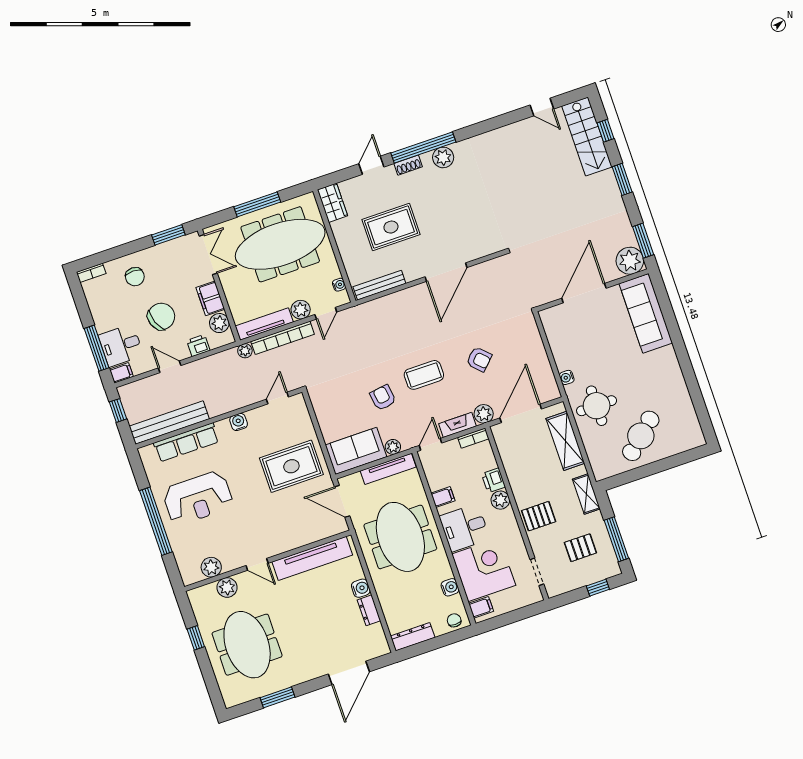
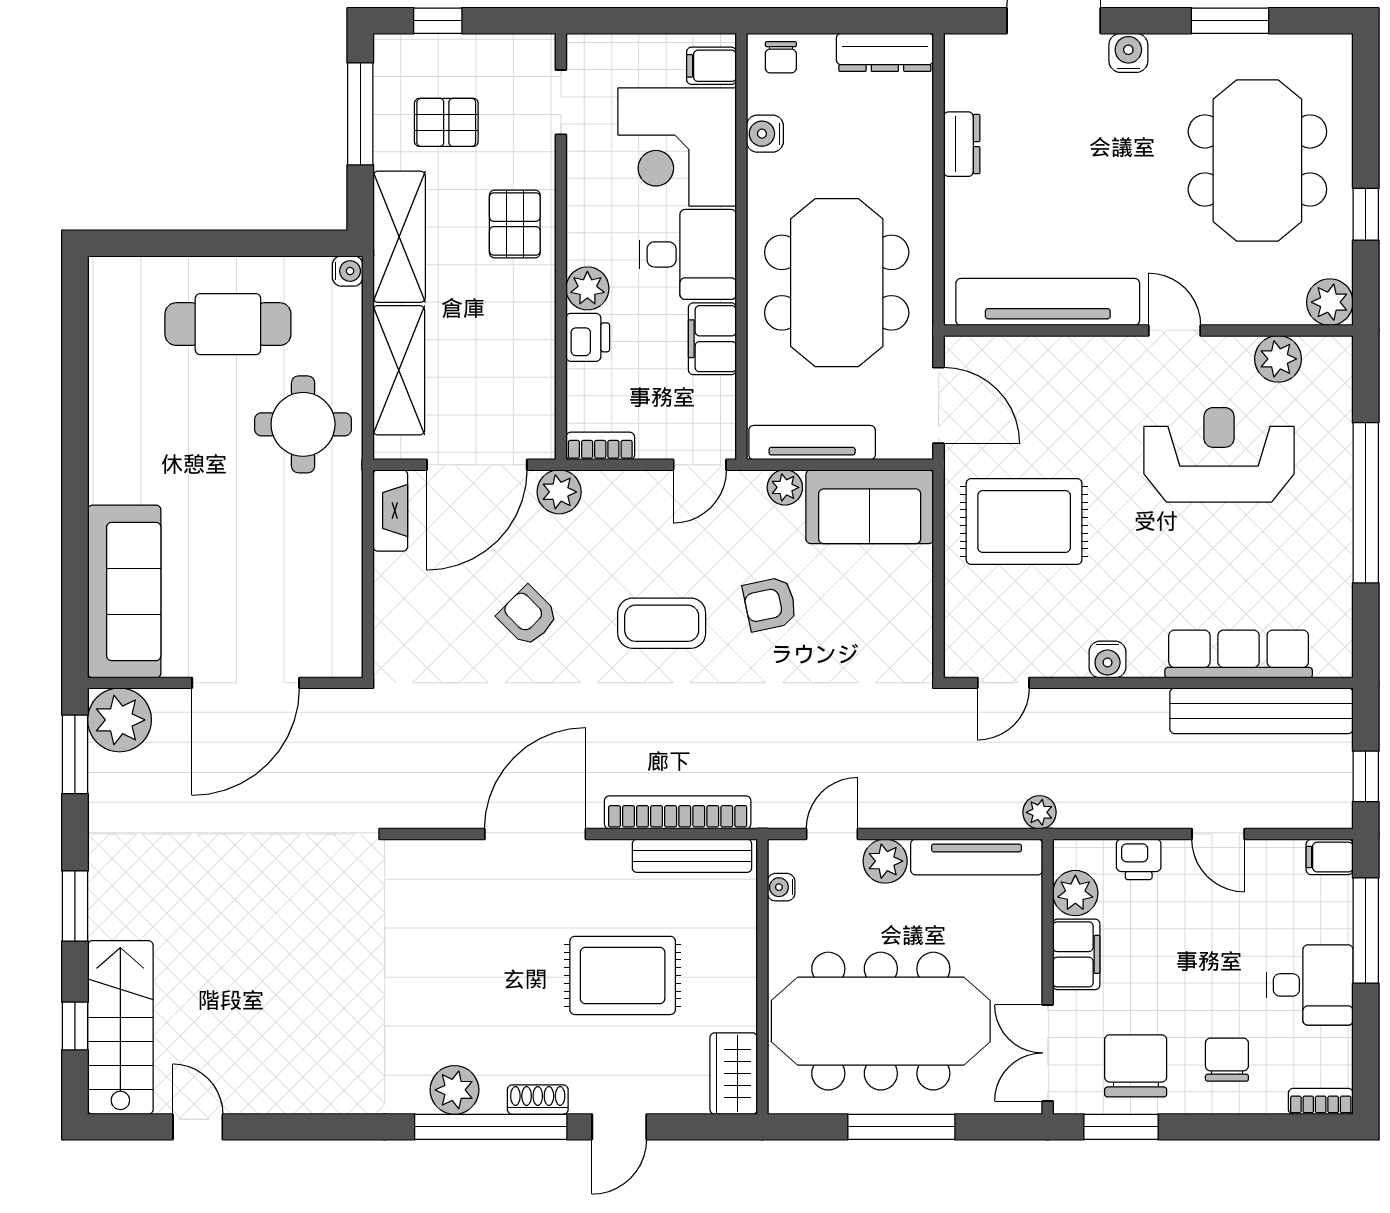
chair: (161, 316) -> (1136, 1066), moved, turned 111
bookcase: (283, 338) -> (678, 812), moved
desk: (121, 345) -> (1310, 985), moved
water cooler: (567, 377) -> (348, 271), moved
armchair: (383, 398) -> (770, 604), turned 86
fireplace: (458, 425) -> (390, 511), moved, turned -90
cafe table: (641, 436) -> (228, 324), turned 42
shelving: (586, 494) -> (399, 237), width x1.50, depth x1.33
filing cabinet: (443, 497) -> (712, 339), width x2.00
reception desk: (198, 498) -> (1219, 455), moved
pallet: (539, 516) -> (515, 224), turned 90
plant: (227, 587) -> (1330, 302), moved
water cooler: (361, 588) -> (1128, 53), moved, turned 90

